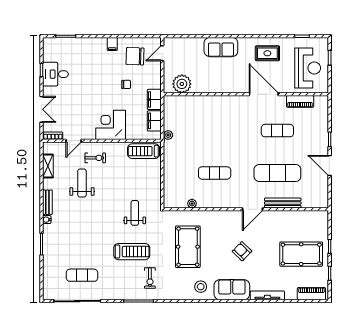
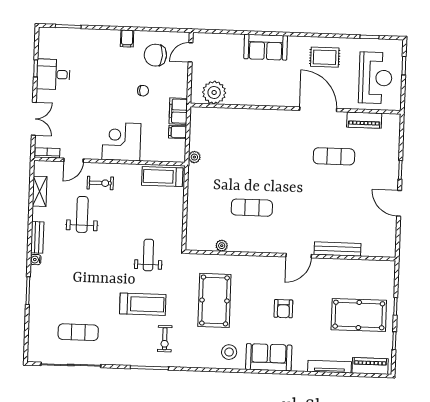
filing cabinet: (154, 121) -> (178, 132), width x0.50
exercise mat: (277, 173) -> (332, 210), removed
armchair: (242, 251) -> (283, 309), turned -134
tv unit: (267, 295) -> (329, 367), moved

